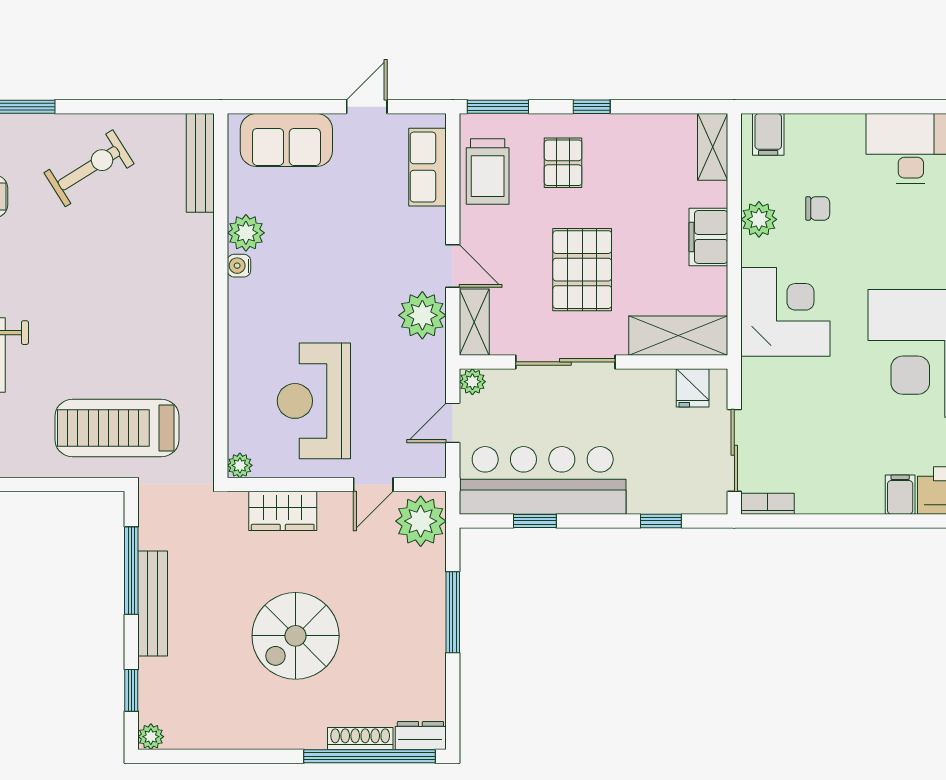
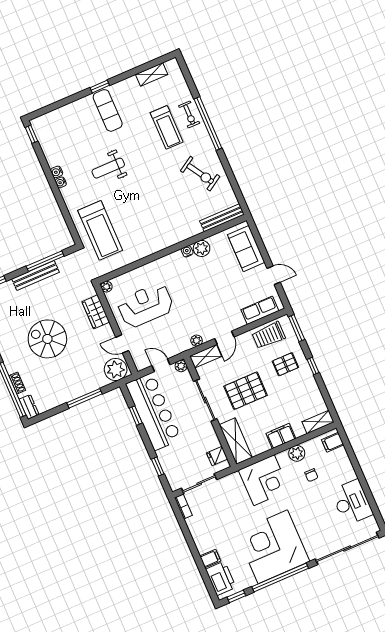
plant: (422, 315) -> (197, 341), width x0.53, depth x0.53
treadmill: (117, 428) -> (100, 230), turned 180
shoe rack: (360, 738) -> (17, 383), width x0.70

